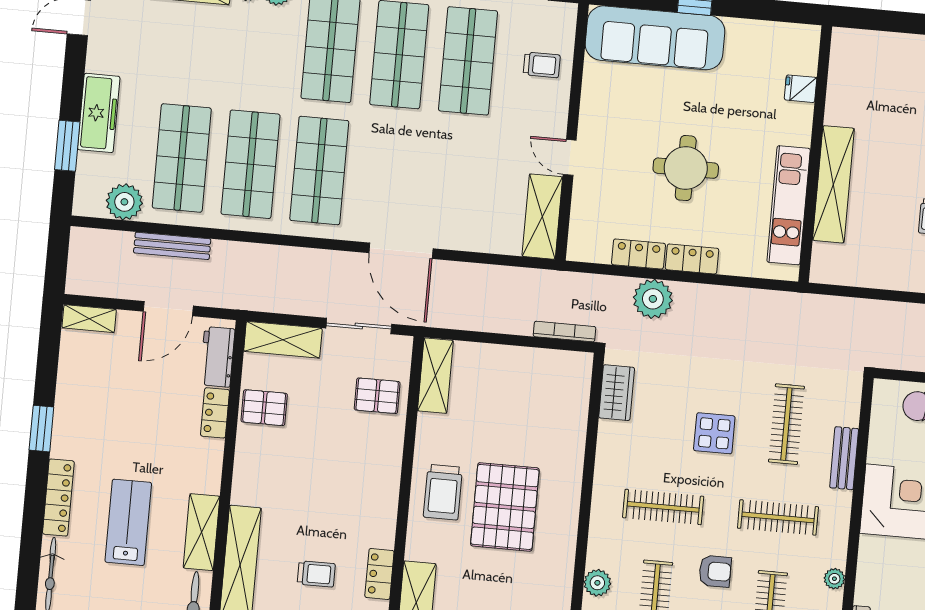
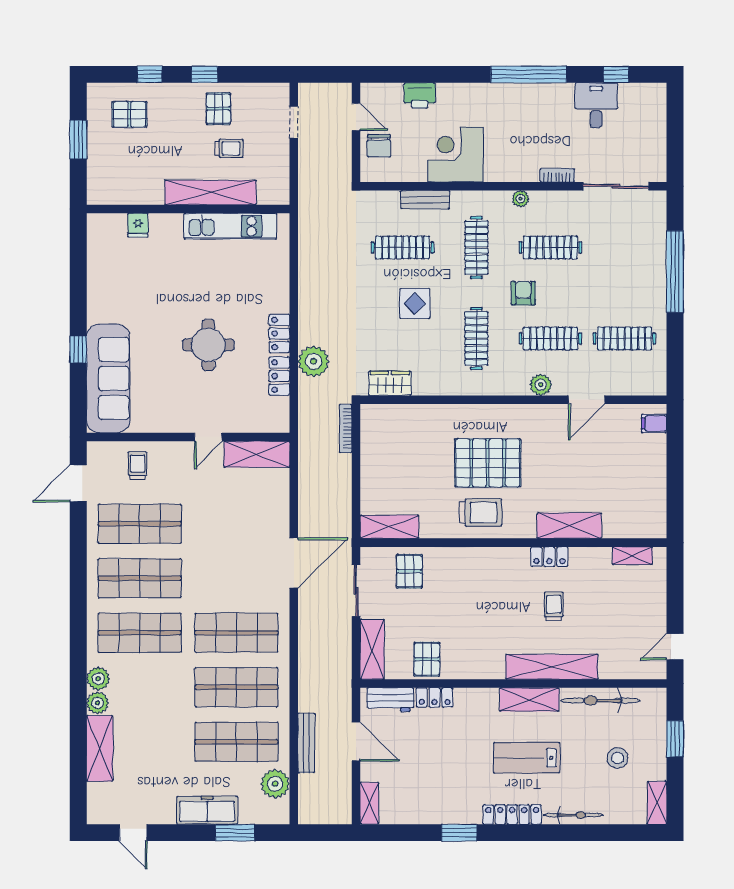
fridge: (801, 89) -> (138, 225), moved
wall: (815, 154) -> (188, 209), moved
shelving: (833, 184) -> (211, 192), moved
kitchen unit: (789, 205) -> (230, 226), moved

